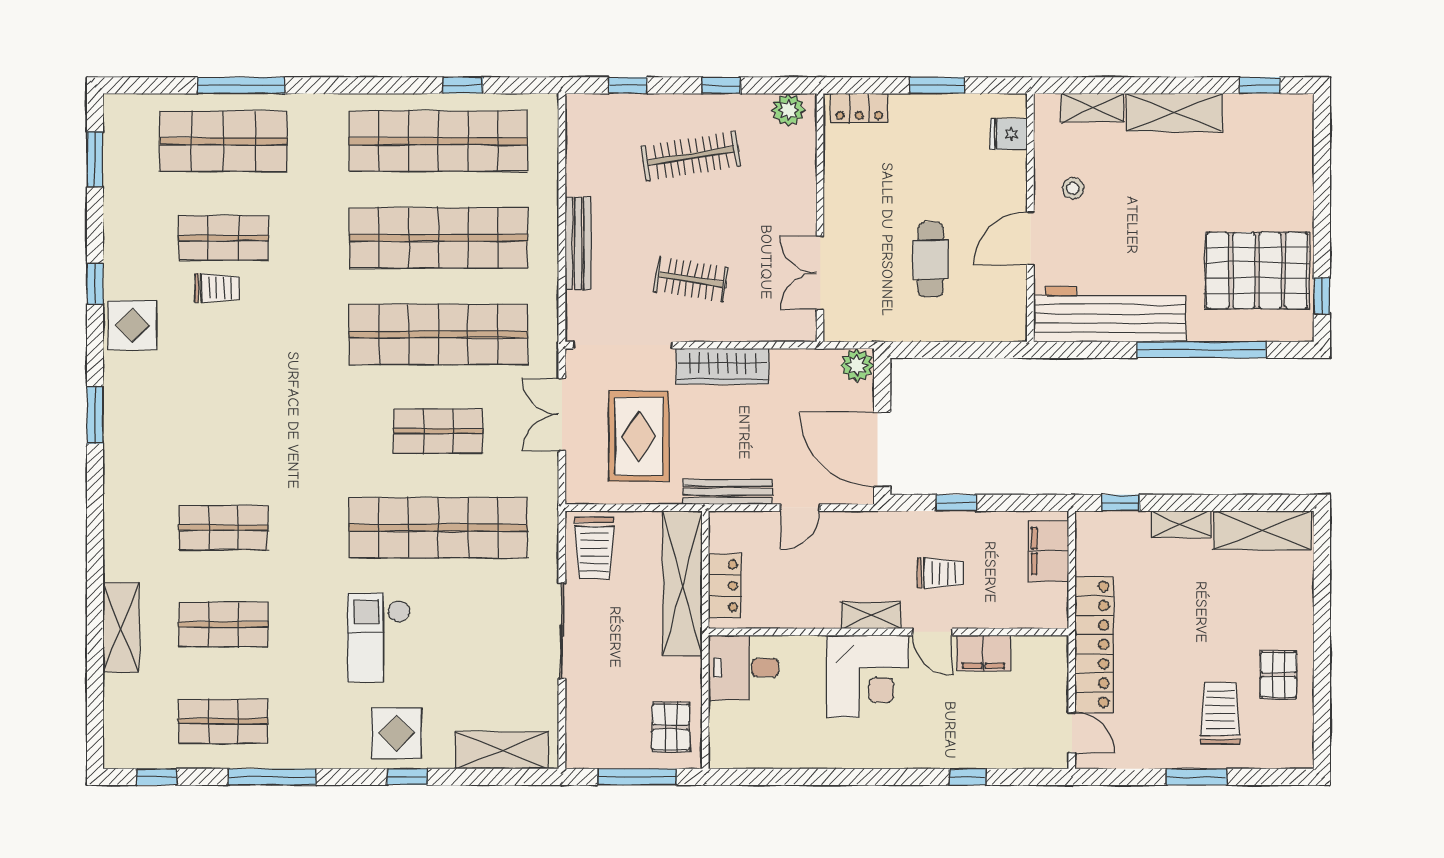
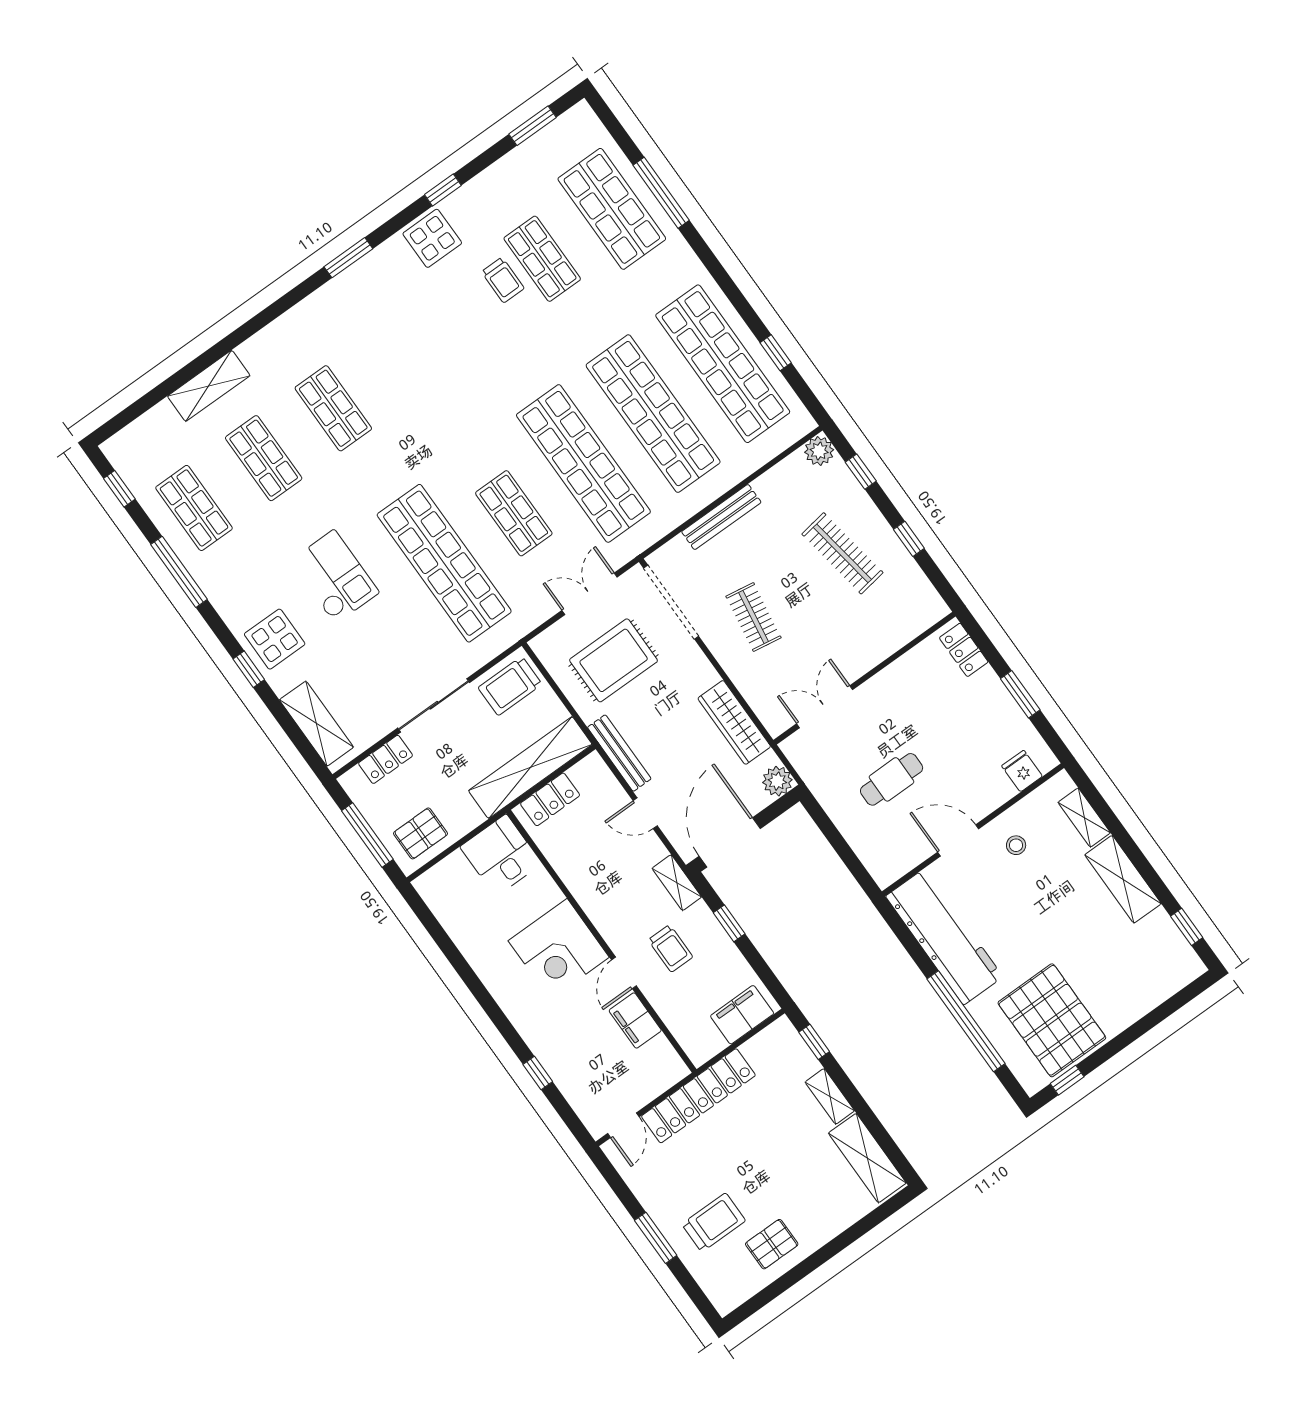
plant: (788, 110) -> (819, 451), moved
wardrobe: (723, 366) -> (734, 722), moved
shelving: (871, 615) -> (677, 883), moved
checkout: (379, 637) -> (334, 577), turned 90
locker: (580, 711) -> (386, 759), added

